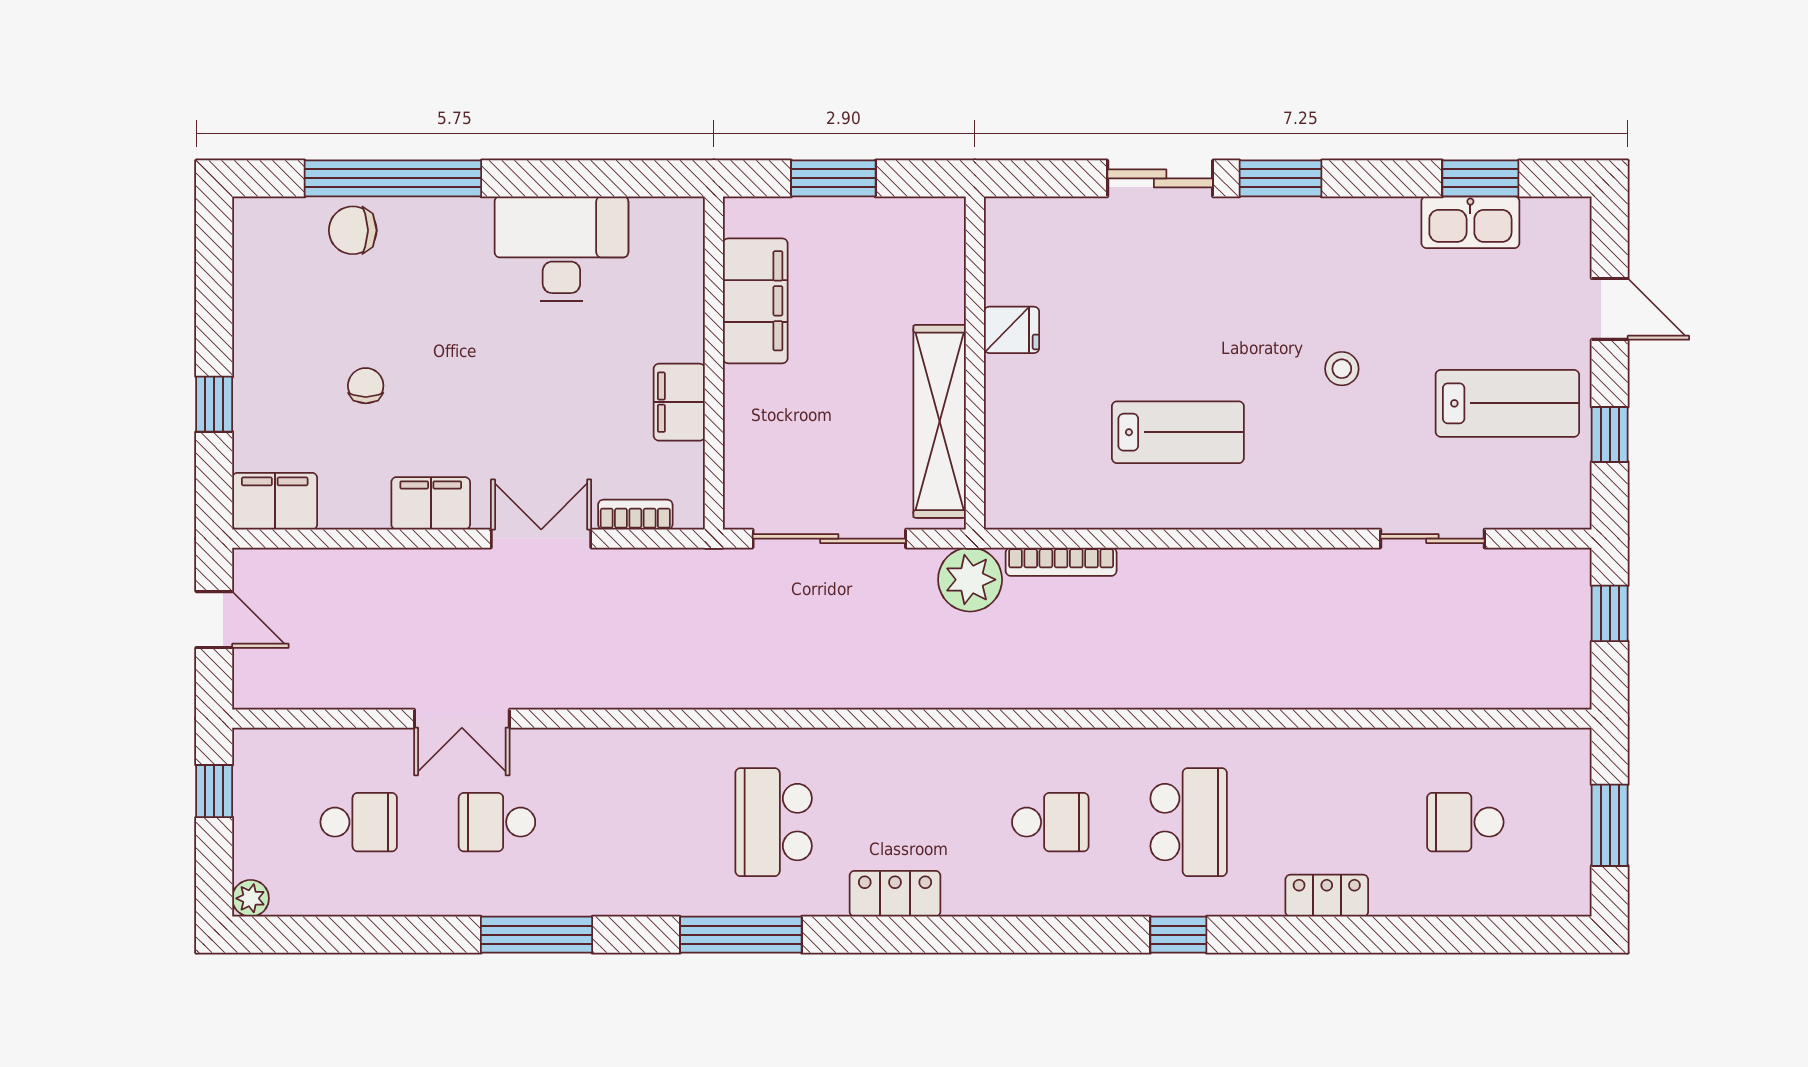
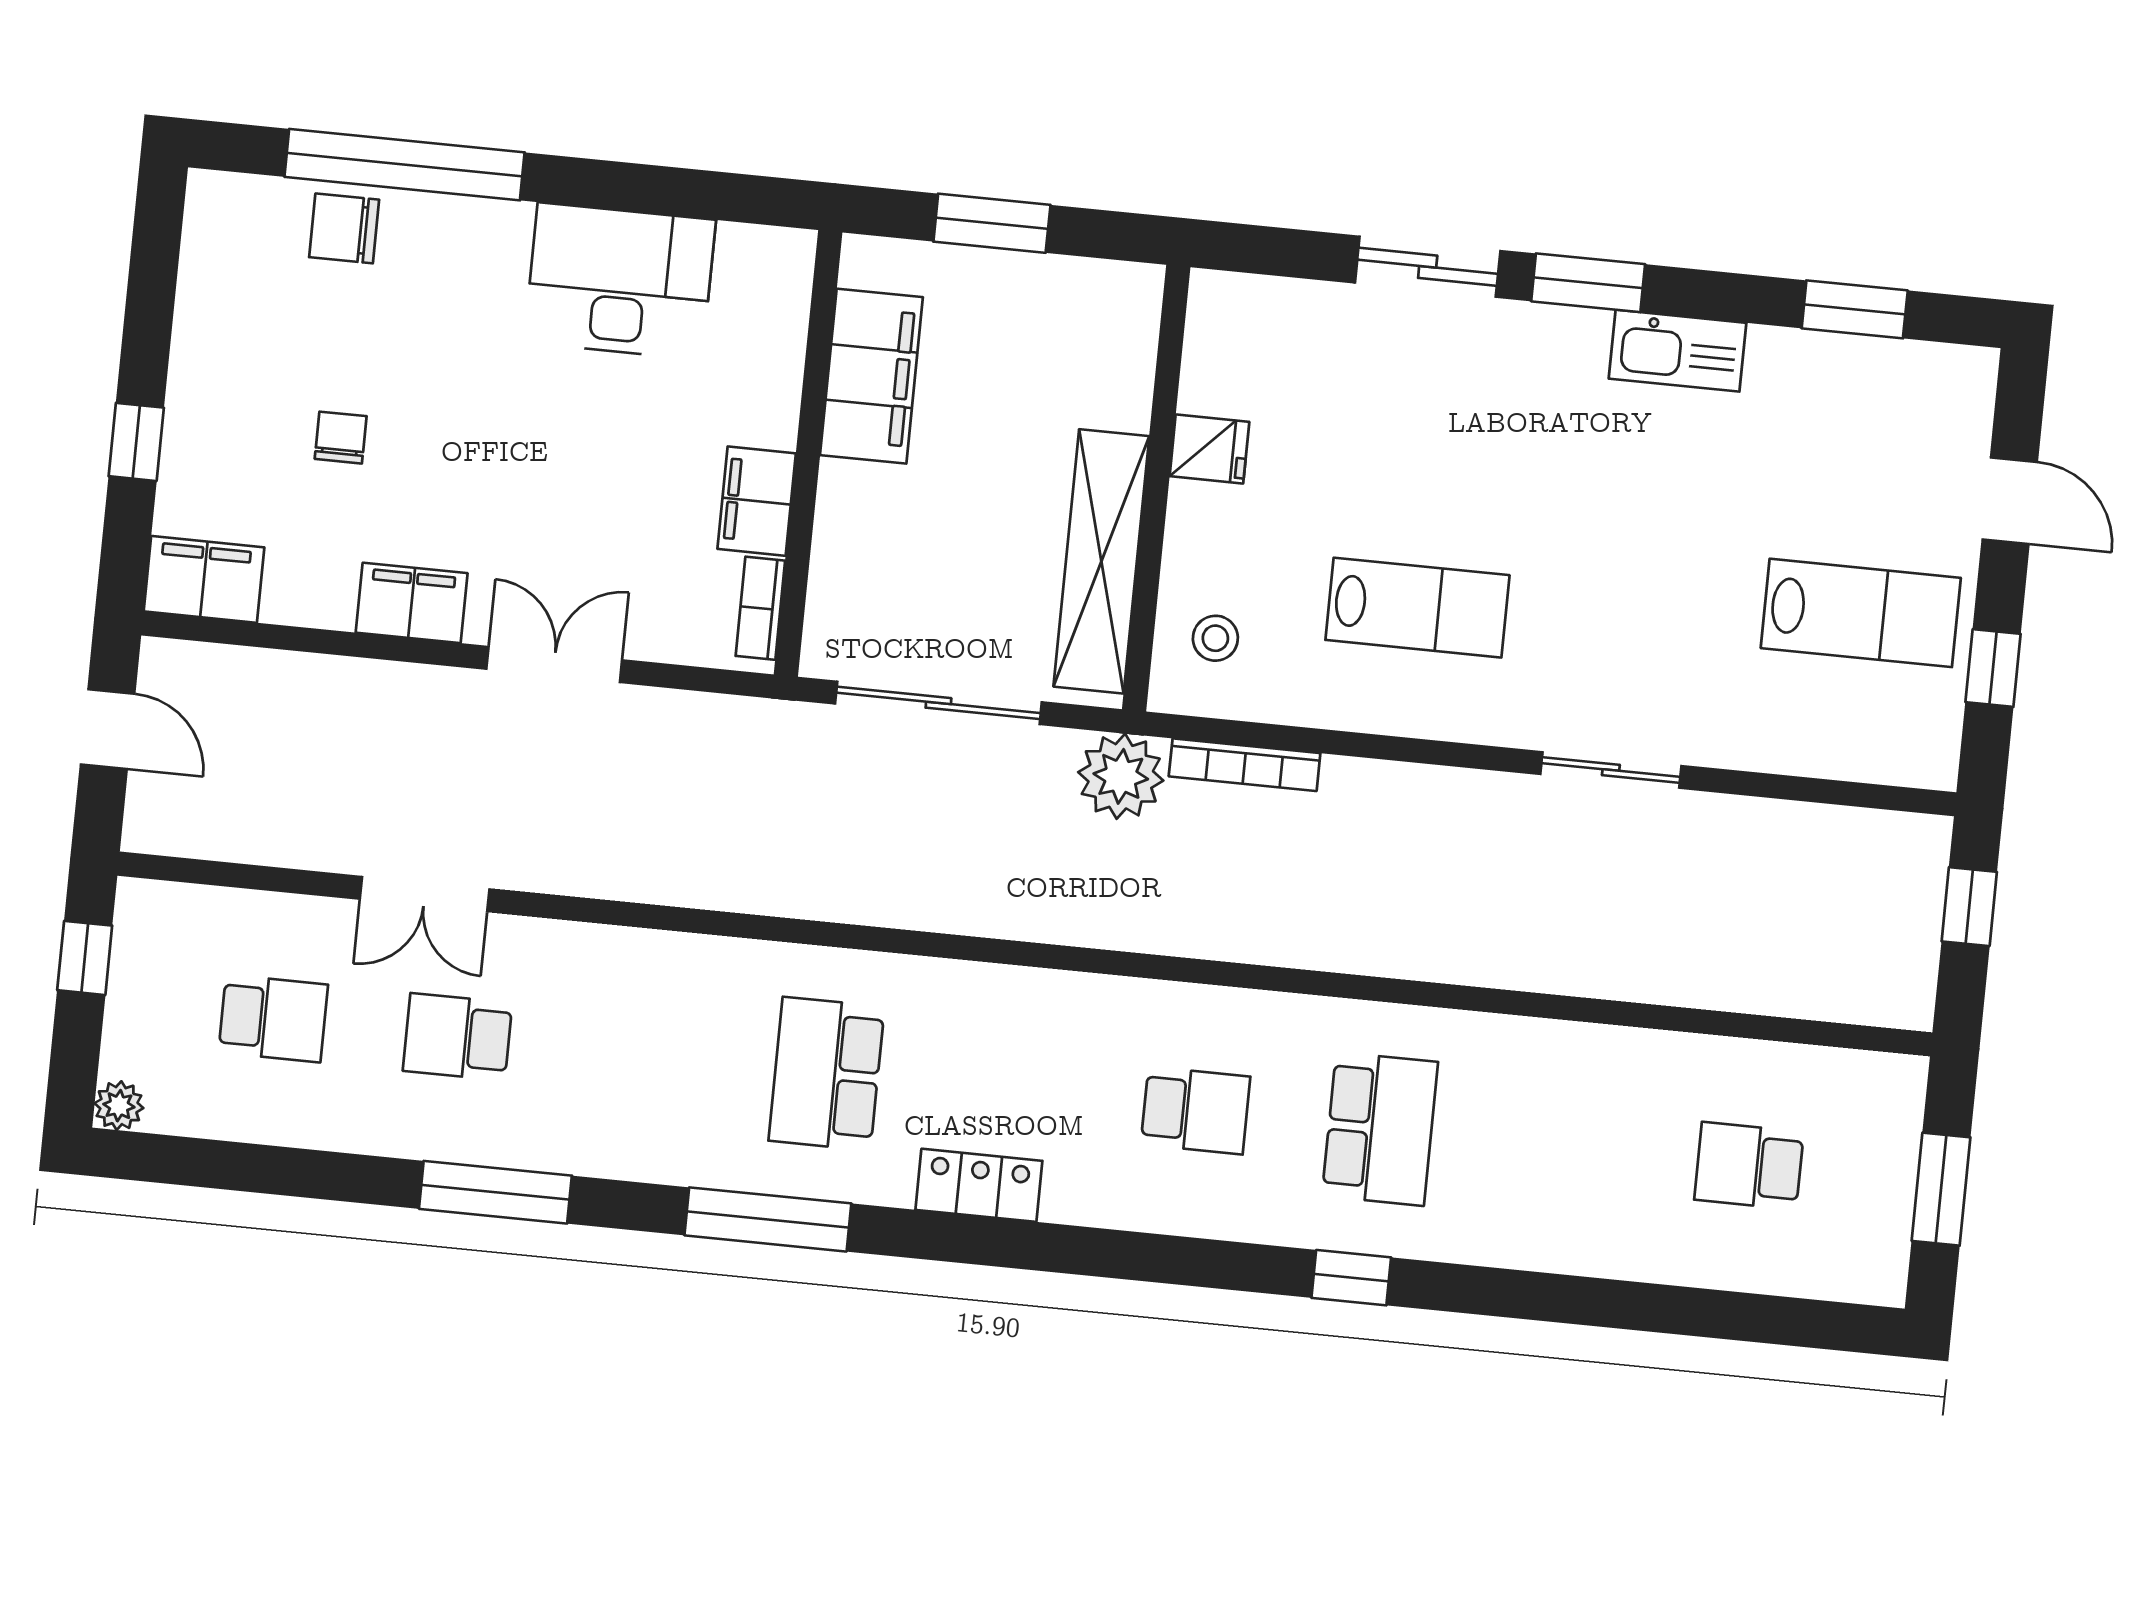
kitchen sink: (1470, 222) -> (1678, 351), moved
stool: (1342, 369) -> (1215, 638), moved
bookcase: (635, 515) -> (760, 608), moved, turned -90
sliding door: (1432, 539) -> (1611, 770), moved
locker: (1327, 896) -> (1554, 1245), removed

